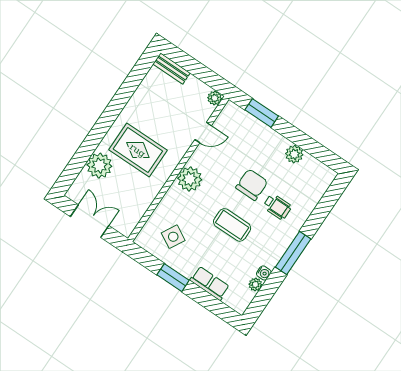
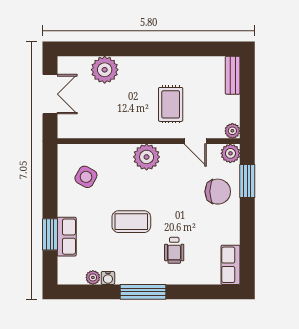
rug: (138, 150) -> (171, 104), moved, width x0.73, depth x0.70
plant: (294, 154) -> (230, 153), moved
row of seats: (318, 170) -> (231, 265), added
chair: (252, 185) -> (218, 192), moved
coffee table: (232, 225) -> (131, 222), turned 90
window: (173, 278) -> (50, 234), moved

